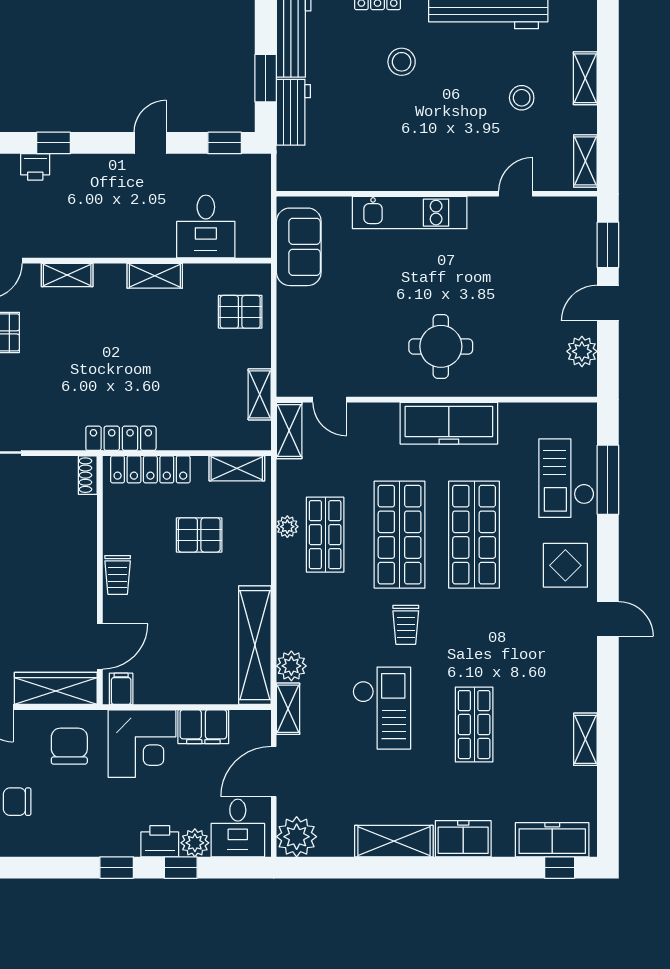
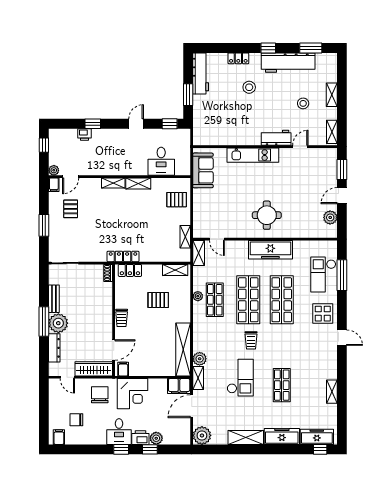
workbench: (293, 112) -> (276, 138), moved, turned -90
shelving: (67, 275) -> (113, 183), moved
locker: (150, 469) -> (130, 270), width x0.66
filing cabinet: (203, 727) -> (179, 386), moved
desk: (238, 828) -> (119, 432), moved
freezer: (463, 839) -> (282, 436), width x1.40

